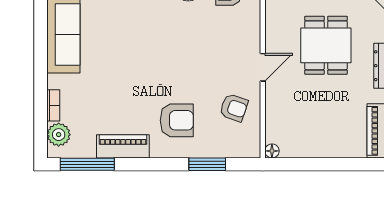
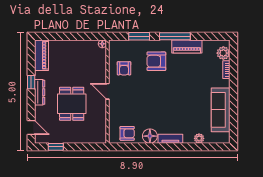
door: (263, 67) -> (108, 91), hinge flipped
armchair: (234, 108) -> (124, 68), turned -109
window: (87, 164) -> (175, 36), moved

